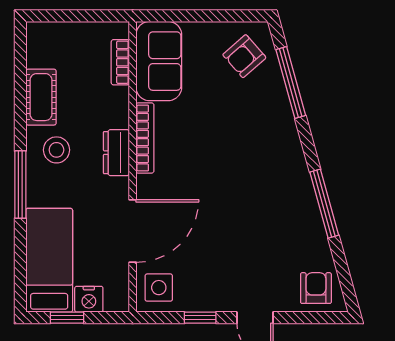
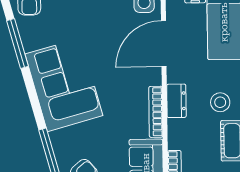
corner sofa: (270, 177) -> (64, 85), added
window: (324, 204) -> (18, 44), moved

